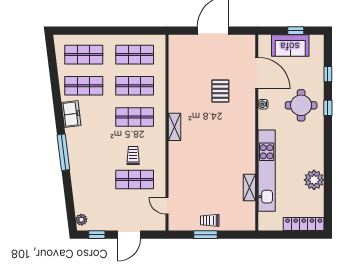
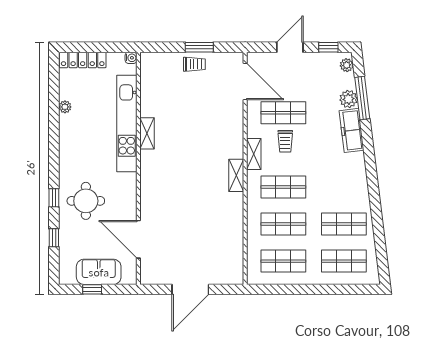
pallet: (220, 91) -> (182, 218), removed
water cooler: (263, 104) -> (131, 58), moved
freezer: (71, 114) -> (352, 130), moved, width x1.40
shelving: (160, 145) -> (254, 154), added
window: (63, 152) -> (362, 98), moved
plant: (314, 180) -> (65, 107), width x0.53, depth x0.53
shelving: (249, 187) -> (147, 133), moved
plant: (80, 191) -> (349, 99), added
door: (167, 206) -> (245, 81), width x1.88

